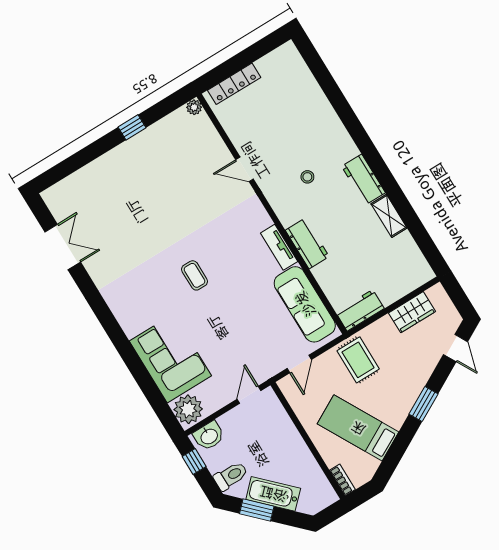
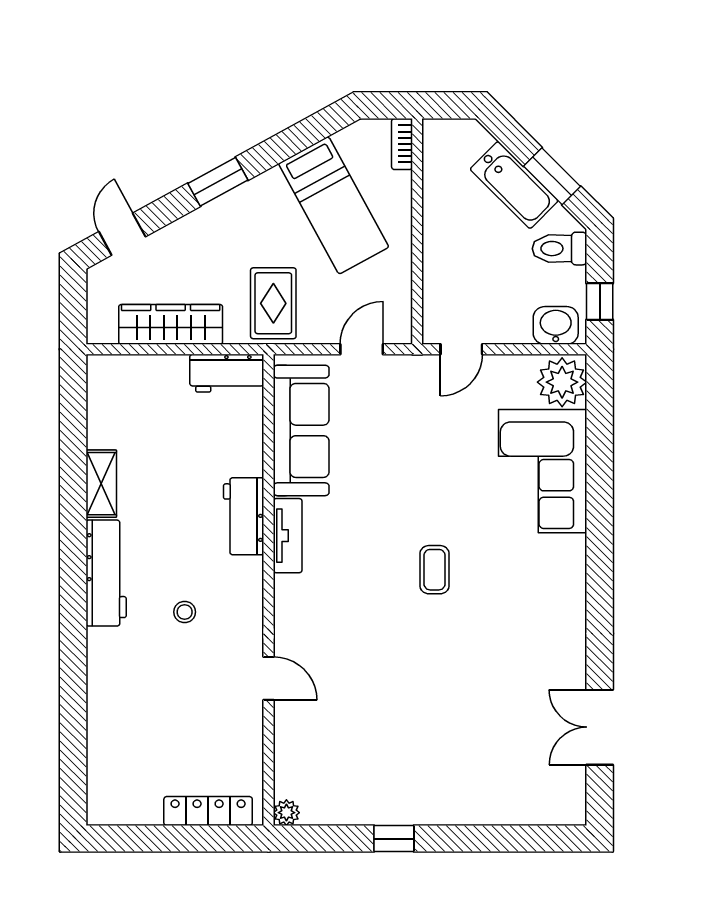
workbench: (364, 180) -> (106, 573), width x1.38
wardrobe: (412, 312) -> (171, 324), width x1.50

